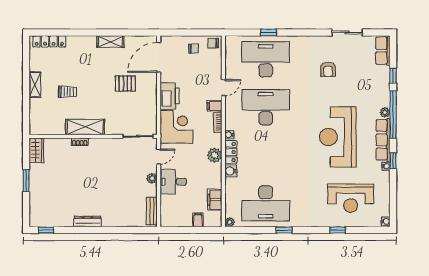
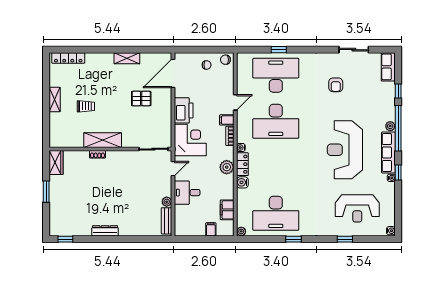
desk: (266, 107) -> (276, 121), turned 180
plant: (152, 178) -> (167, 202), moved

